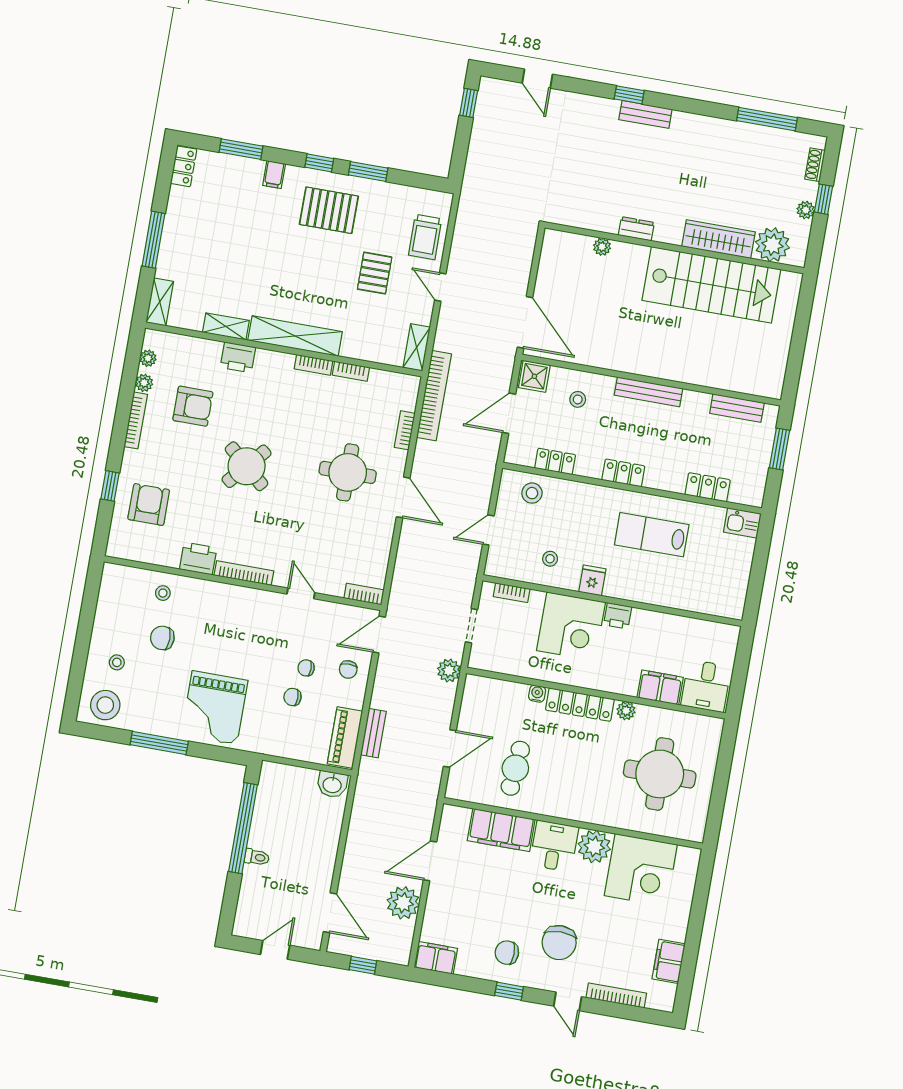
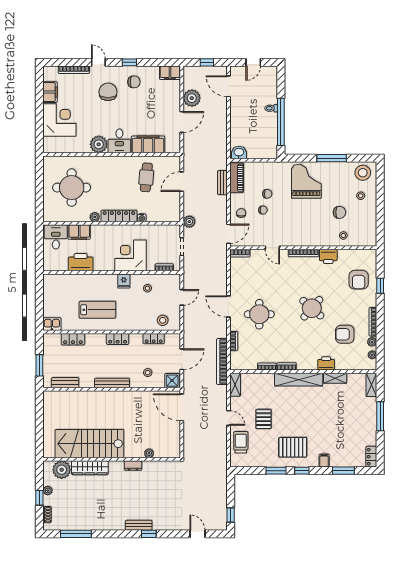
printer: (618, 616) -> (81, 262), moved, width x1.87, depth x1.48
corner desk: (641, 870) -> (59, 120), moved, turned 90

